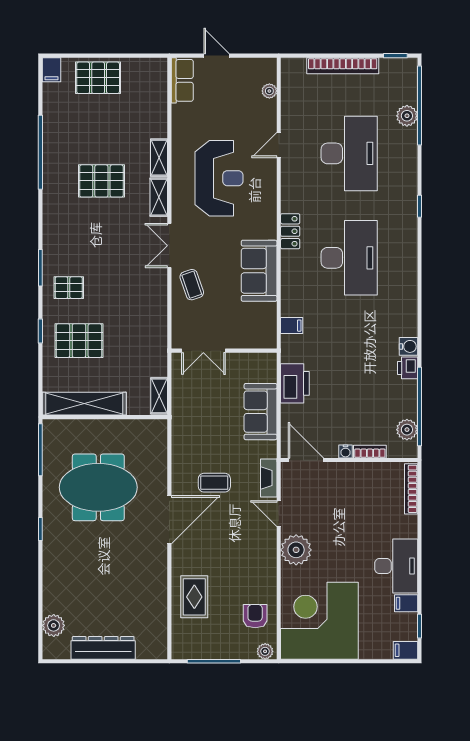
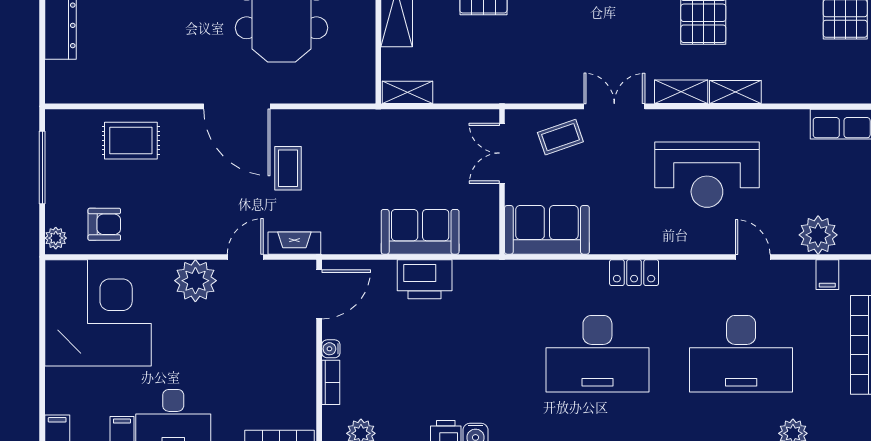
plant: (269, 91) -> (818, 235), width x1.88, depth x1.88
sofa: (259, 271) -> (547, 230), moved
filing cabinet: (292, 326) -> (827, 275), moved
double door: (203, 351) -> (502, 153), moved
wall: (224, 351) -> (502, 182), moved
sofa: (261, 412) -> (420, 232), moved

